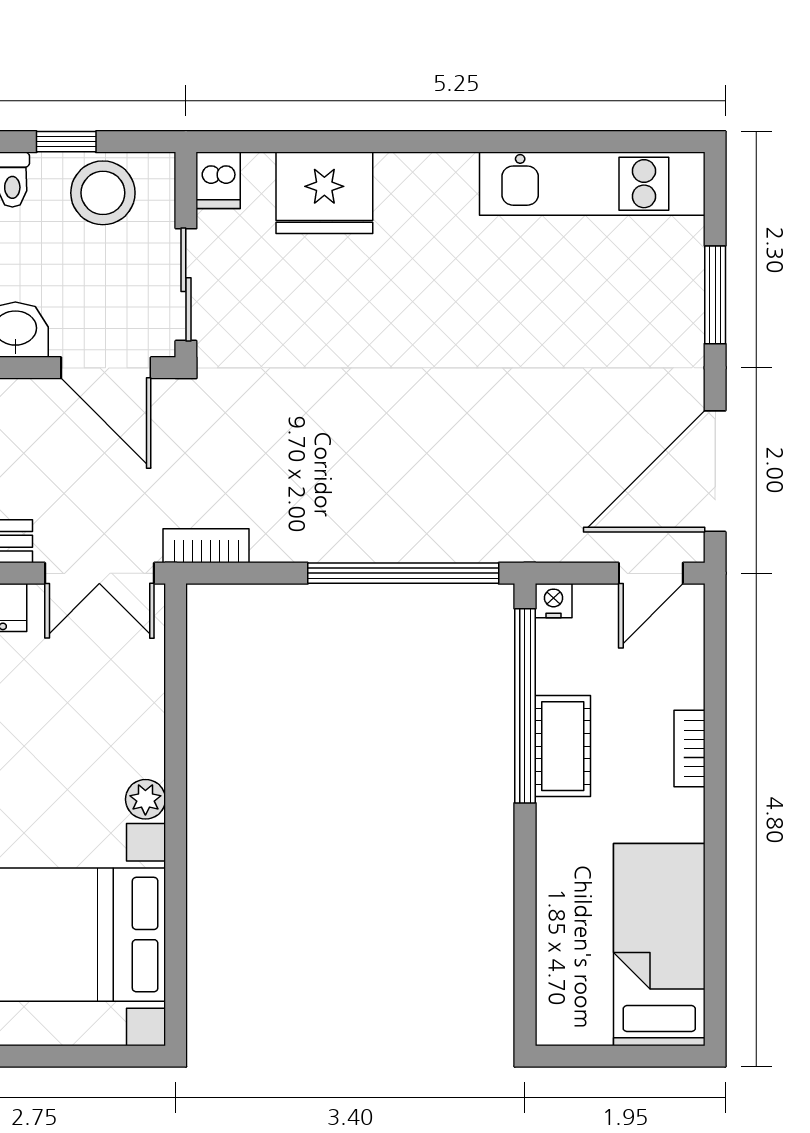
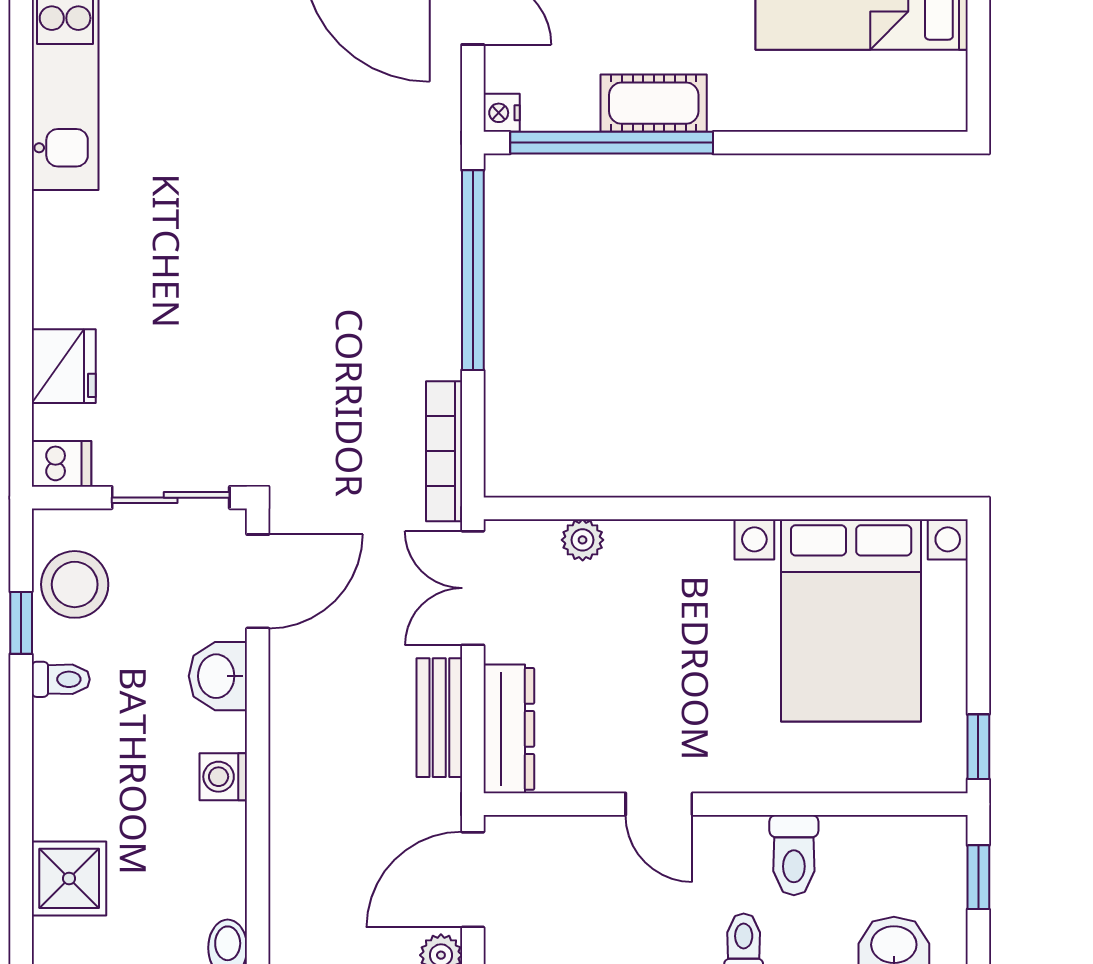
fridge: (324, 193) -> (64, 366), width x0.73, depth x0.75
bookcase: (206, 546) -> (444, 451), width x1.56
double door: (99, 573) -> (473, 588), swing flipped
plant: (145, 799) -> (583, 540), moved

